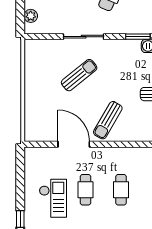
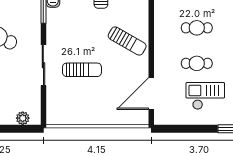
sun lounger: (79, 75) -> (82, 70), turned 129
door: (74, 144) -> (151, 93), moved

